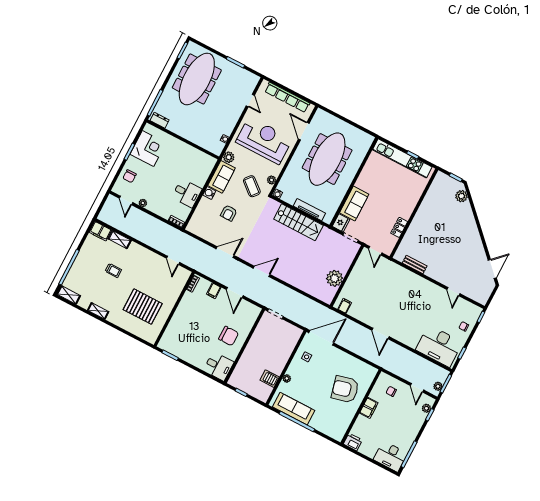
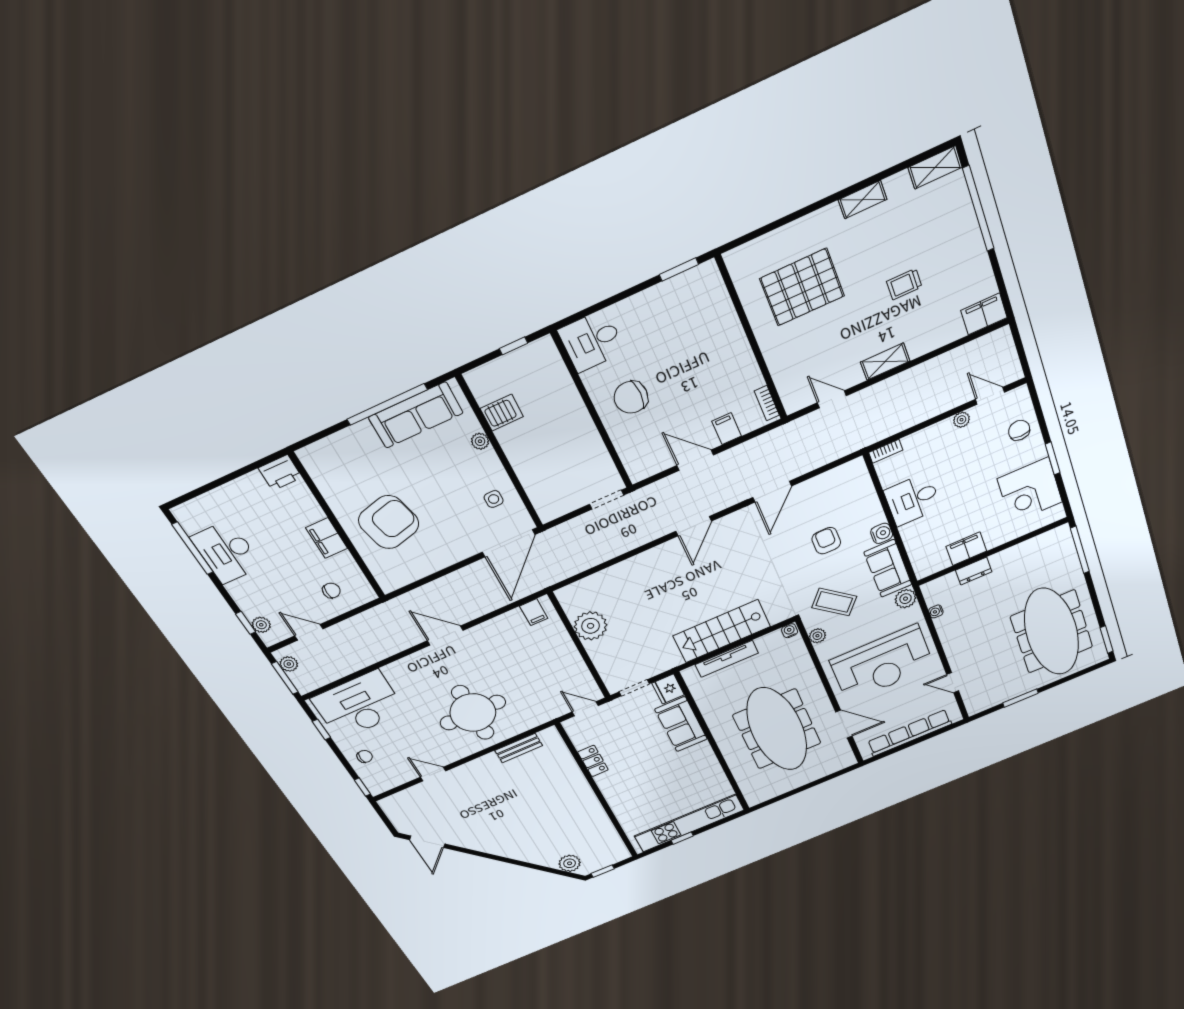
dresser: (160, 120) -> (974, 571), moved
filing cabinet: (190, 152) -> (966, 549), added
shelving: (120, 240) -> (885, 362), moved
round table: (410, 297) -> (473, 713), added
desk: (390, 456) -> (226, 552), moved, turned -90

